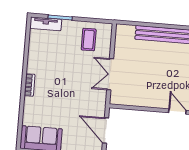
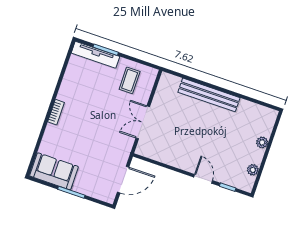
tv unit: (46, 24) -> (95, 55), width x1.41
door: (105, 130) -> (123, 180), swing flipped

